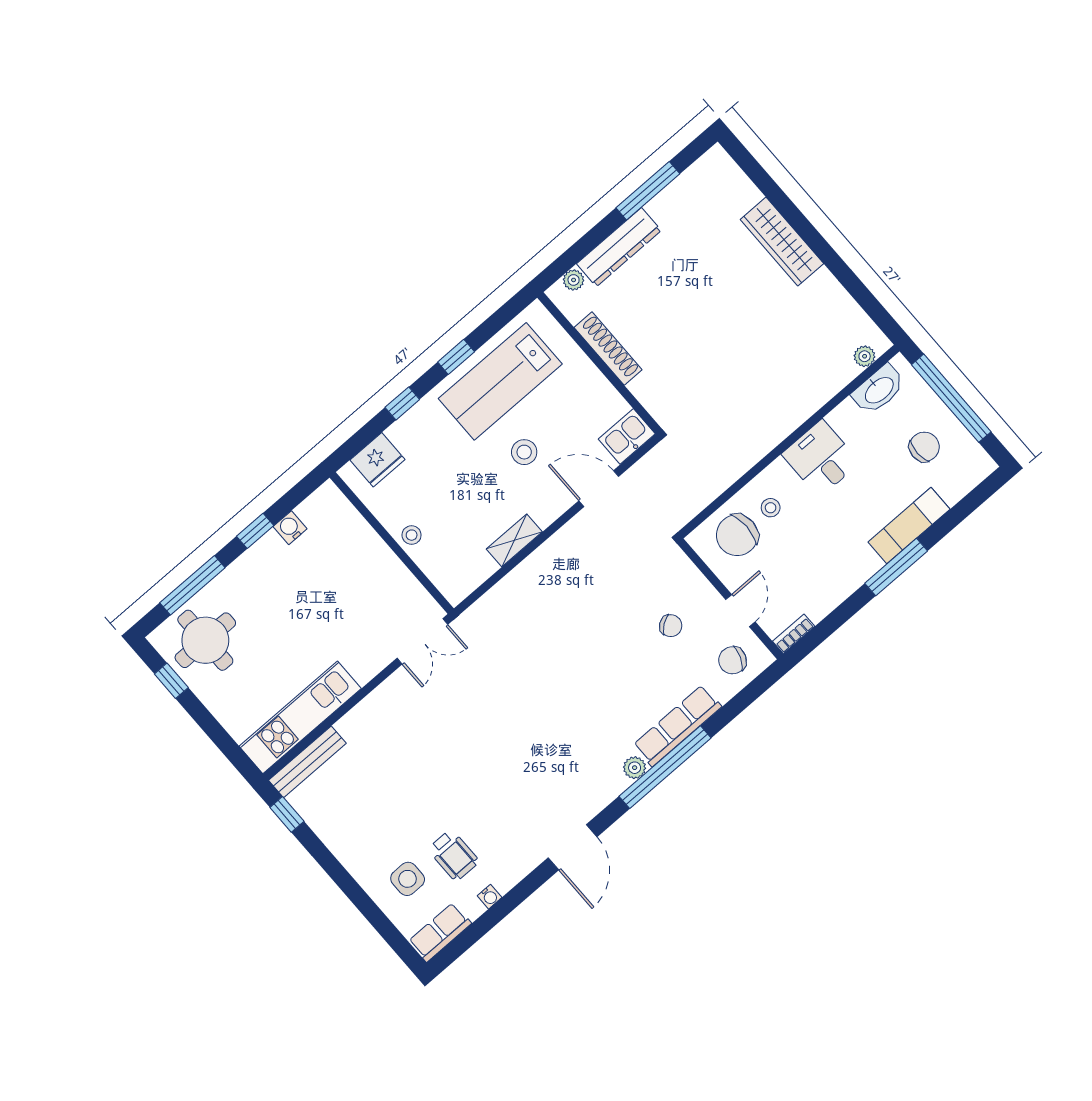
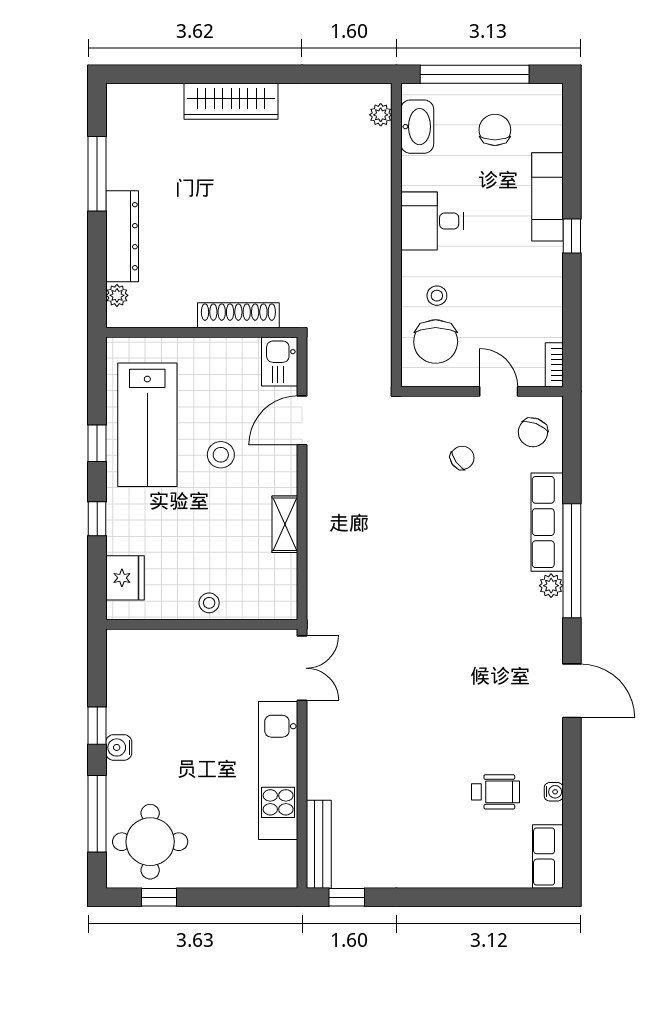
shoe rack: (608, 349) -> (238, 315), moved
water cooler: (290, 528) -> (119, 747), moved
window: (896, 567) -> (572, 236), width x0.46
kitchen unit: (300, 717) -> (278, 771), moved
side table: (408, 879) -> (482, 845), removed

